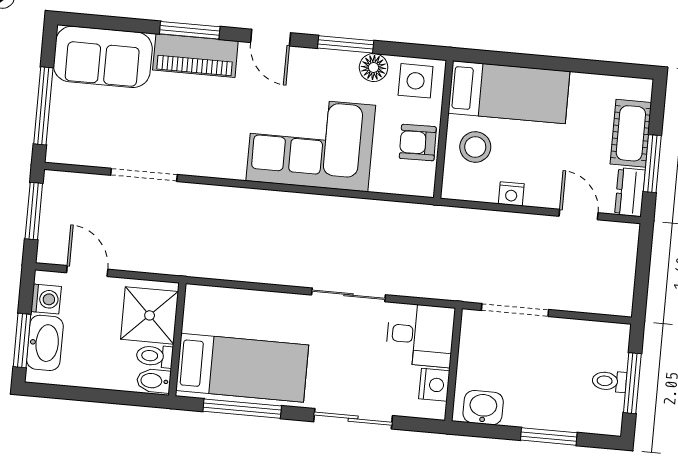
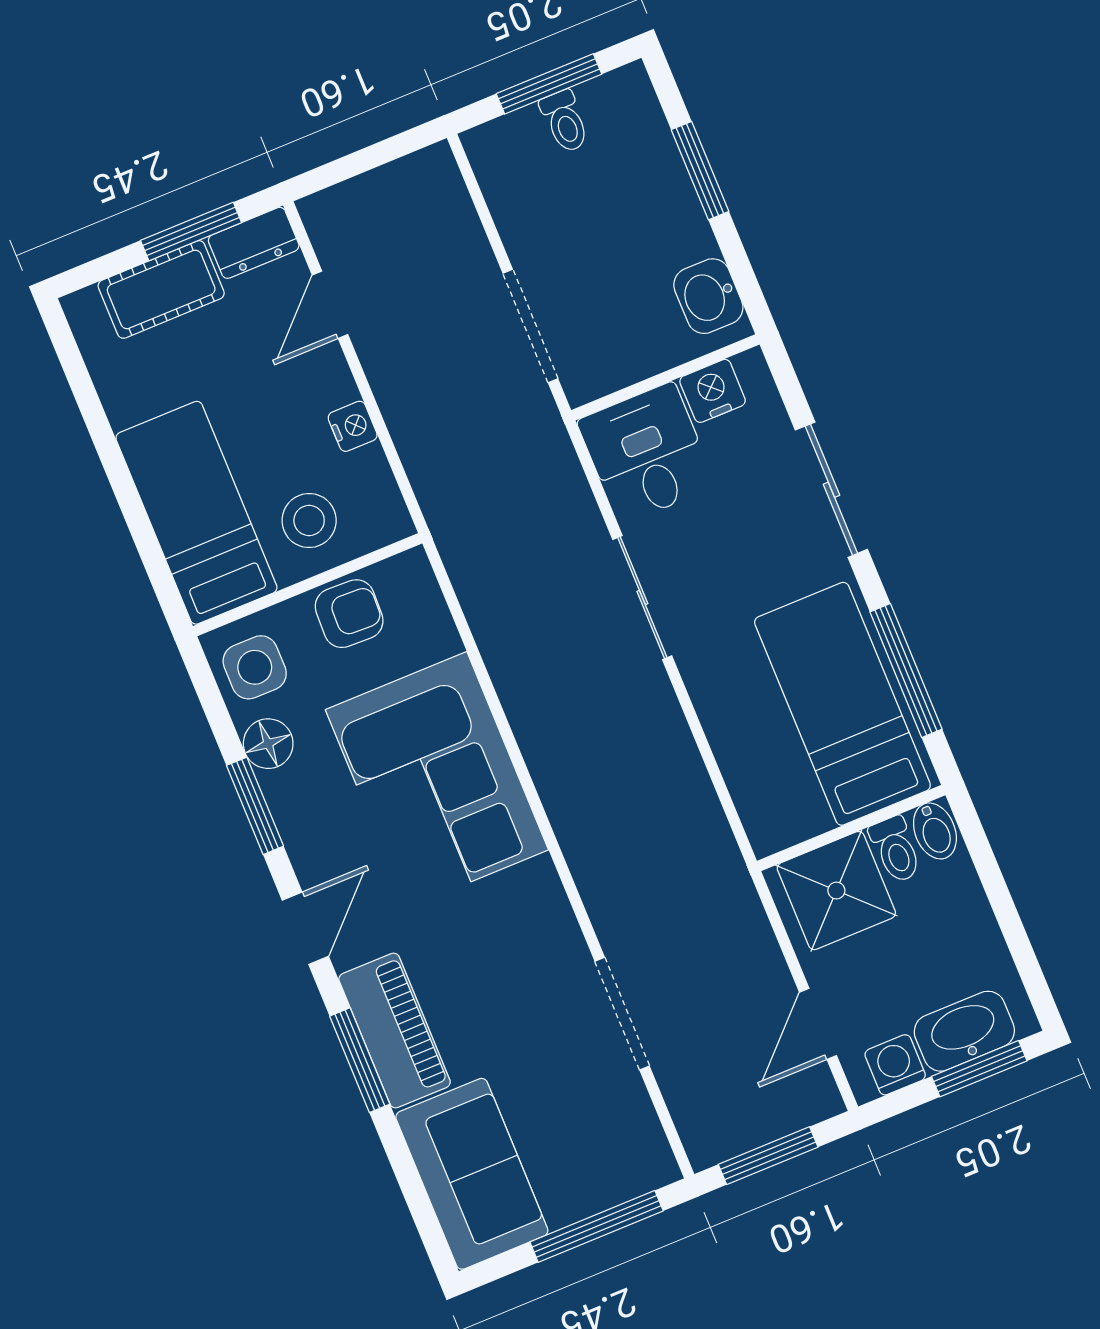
armchair: (418, 143) -> (349, 614), turned -87

